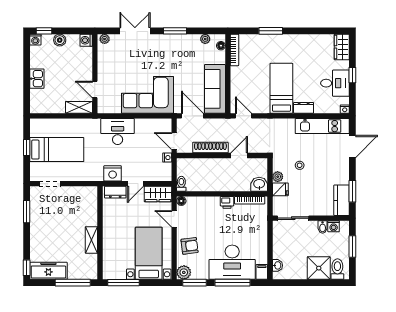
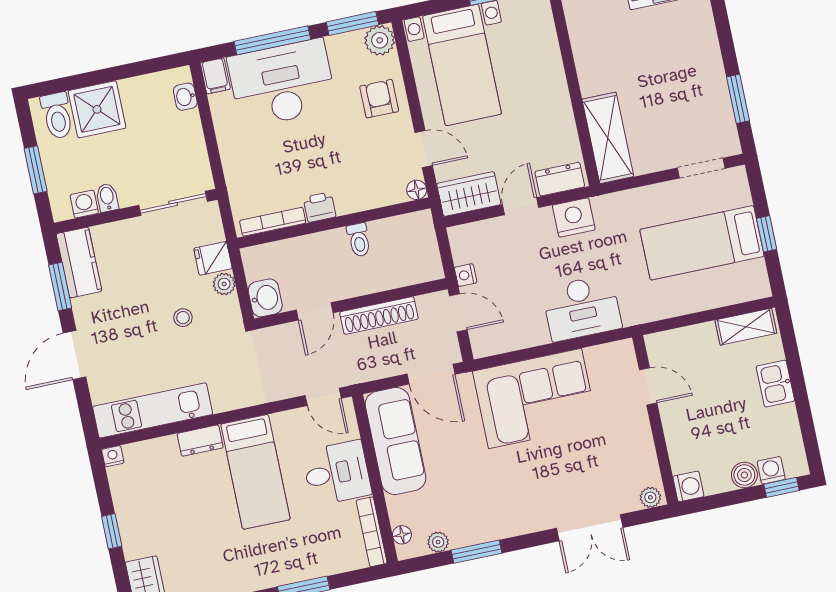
window: (175, 31) -> (476, 552), moved
washing machine: (35, 40) -> (771, 470), moved
desk: (335, 83) -> (337, 473), moved, turned 180
shelving: (79, 107) -> (746, 327), moved
door: (352, 146) -> (75, 355), moved
toilet: (181, 184) -> (359, 240), moved
washbasin: (259, 184) -> (265, 298), moved, turned -90
shelving: (91, 240) -> (608, 138), moved, width x1.50, depth x1.33
armchair: (190, 246) -> (379, 99), turned 97

